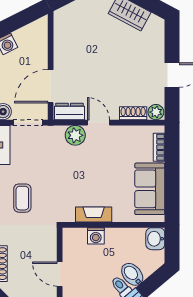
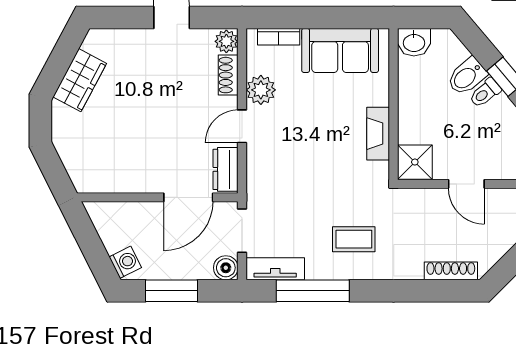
door: (51, 86) -> (188, 197), hinge flipped
plant: (75, 135) -> (261, 90), moved
washing machine: (96, 236) -> (410, 130), removed
shower: (74, 239) -> (415, 162), added
door: (60, 274) -> (466, 184), hinge flipped

